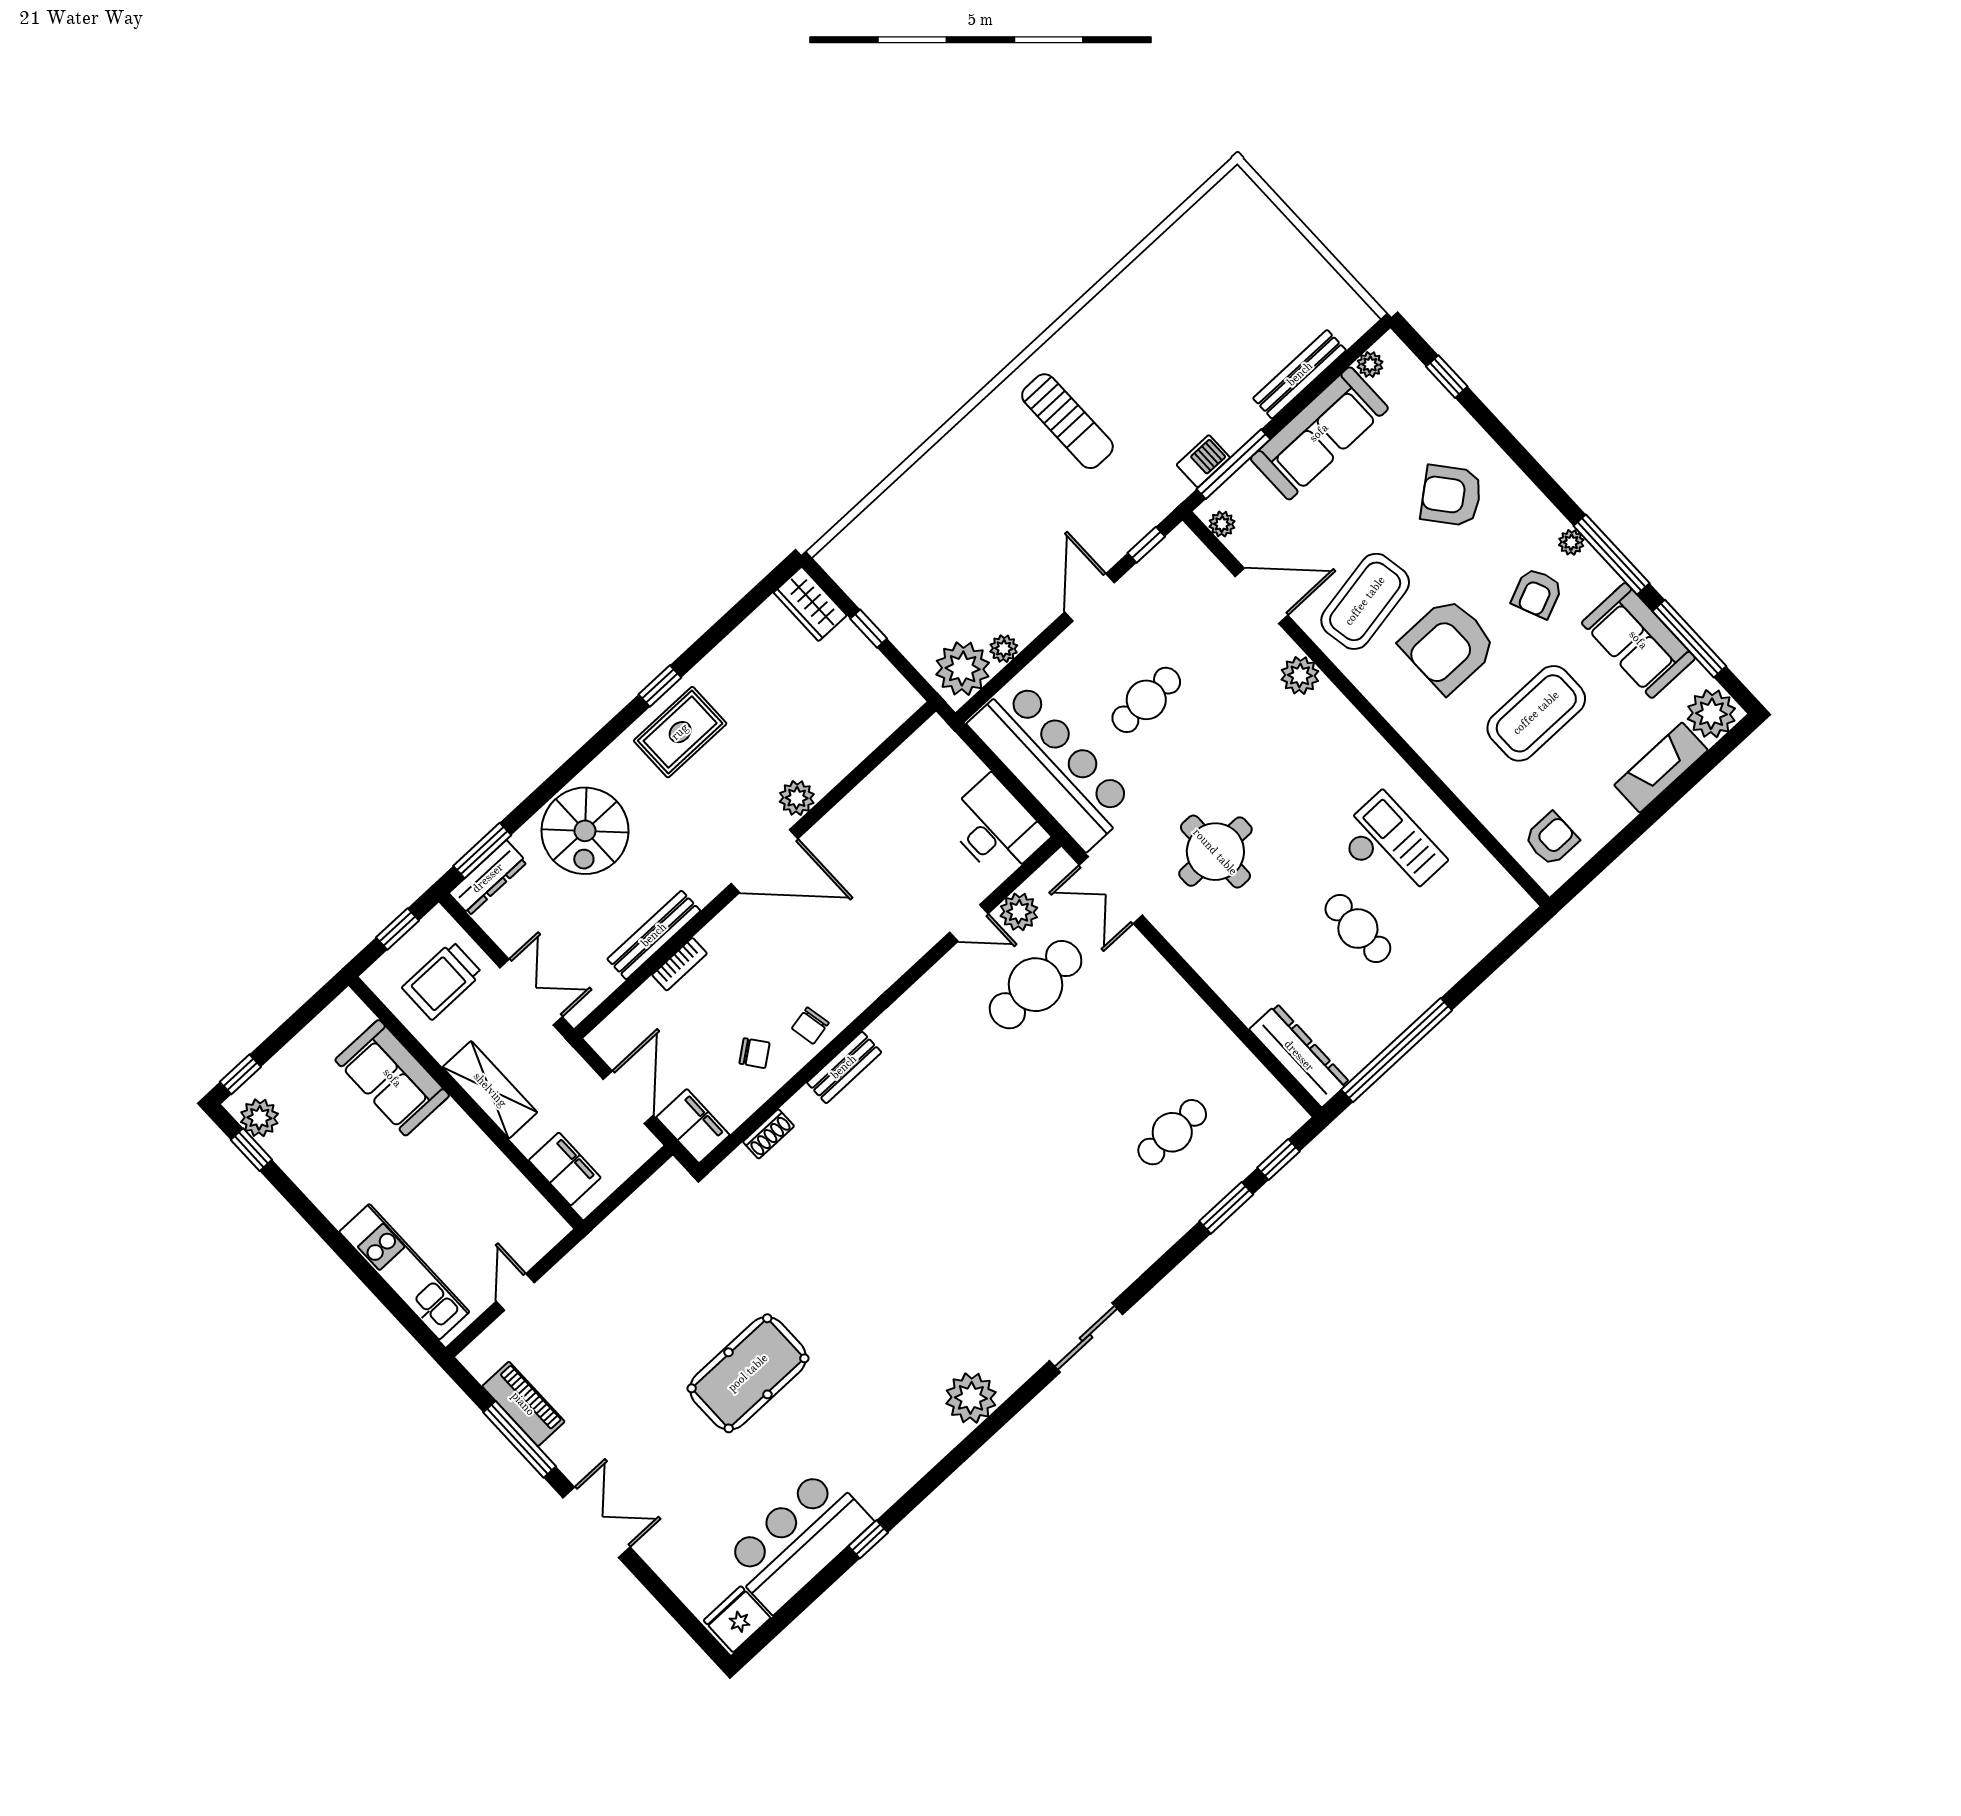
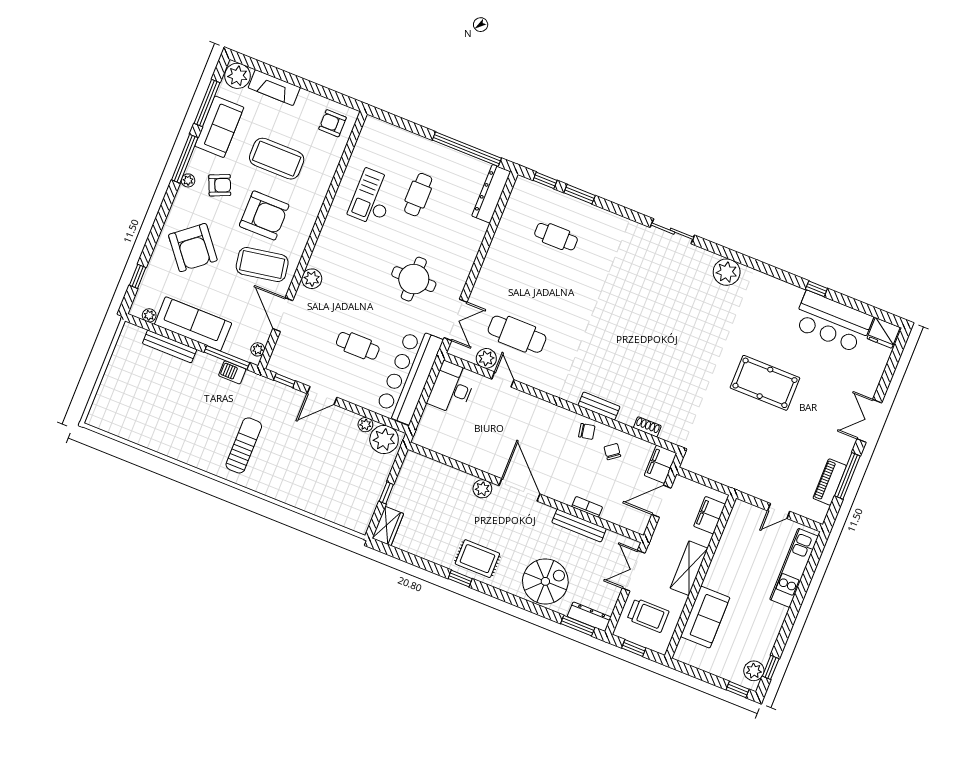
armchair: (1451, 496) -> (193, 248), width x1.36, depth x1.36

